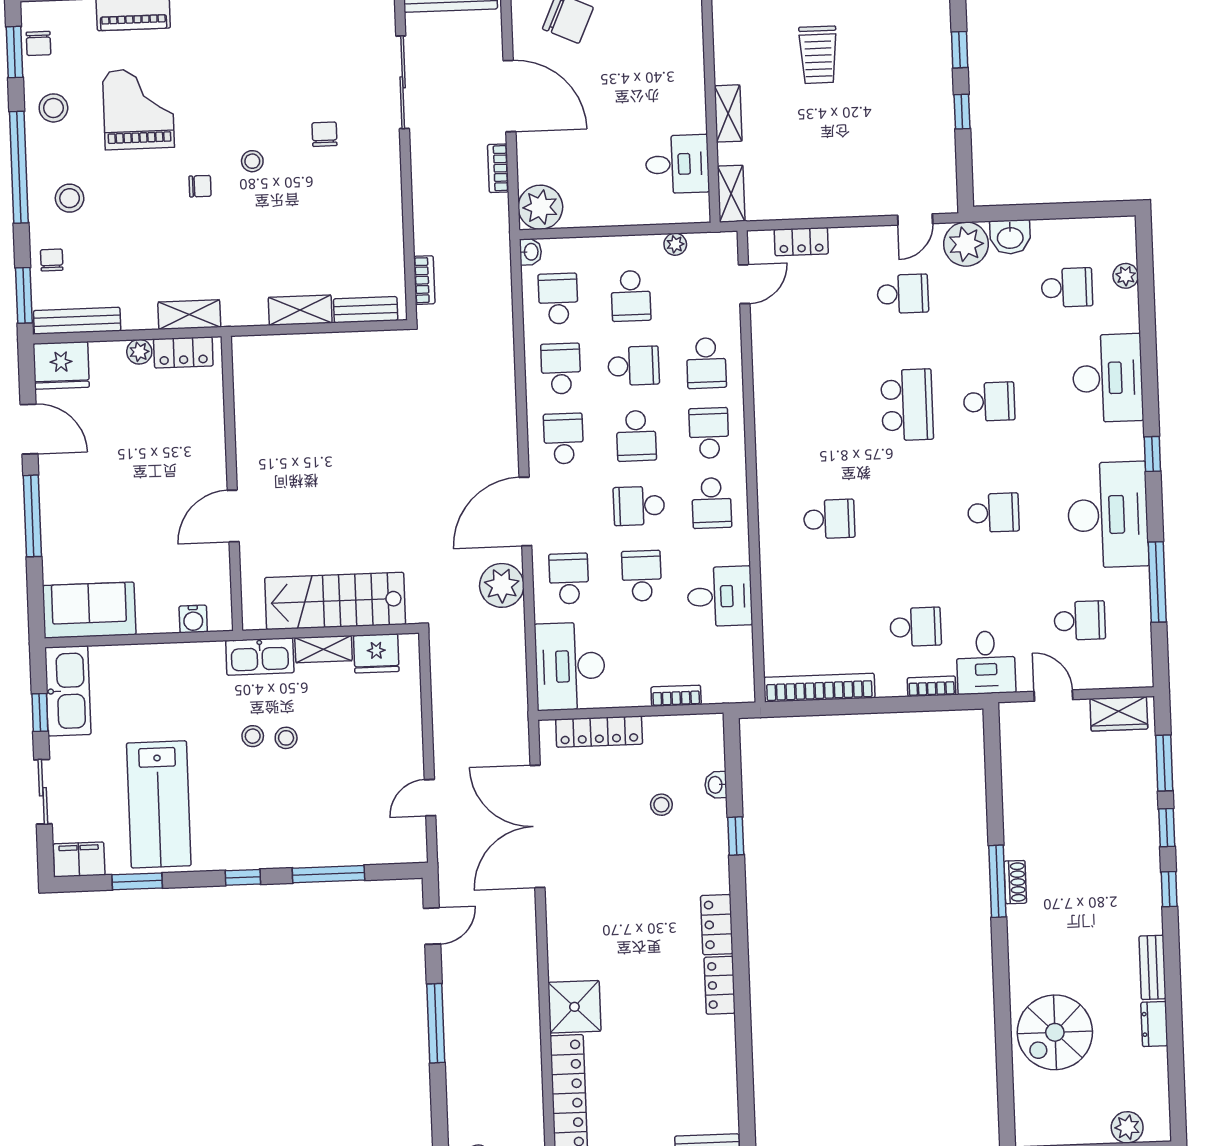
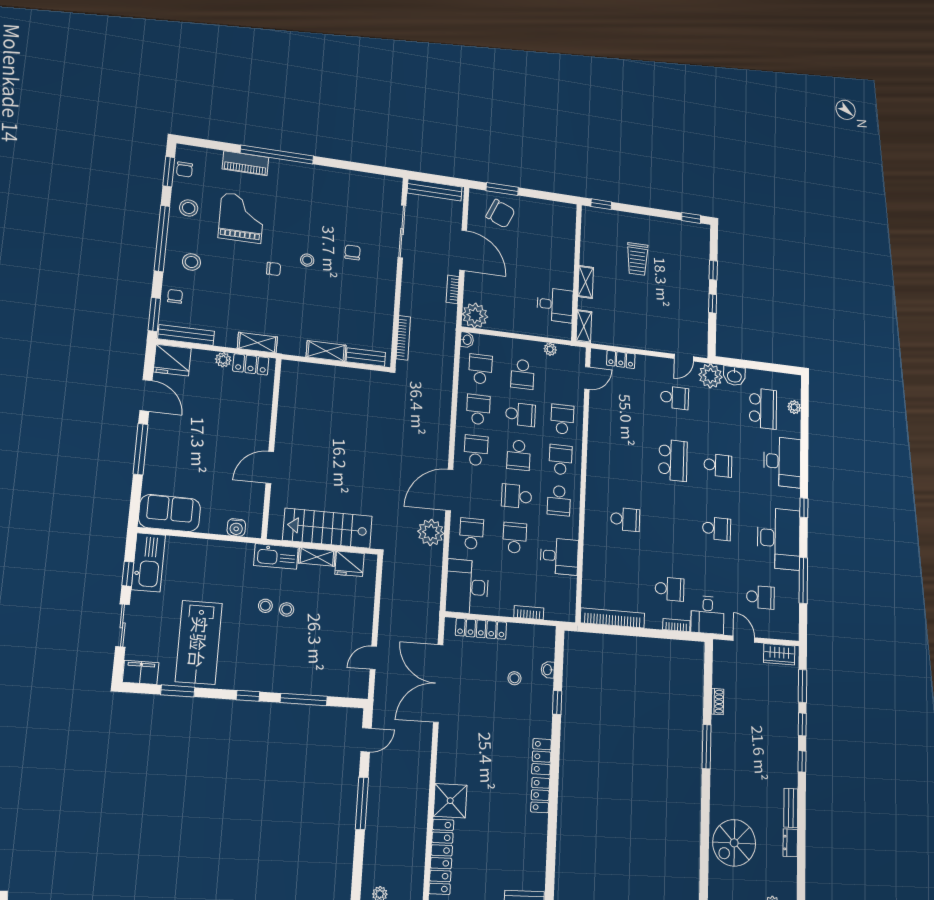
bookcase: (424, 280) -> (403, 338), width x1.56
school desk: (1067, 288) -> (763, 408), width x1.85
school desk: (706, 363) -> (562, 419), turned 180
shoe rack: (1015, 882) -> (718, 702), moved

